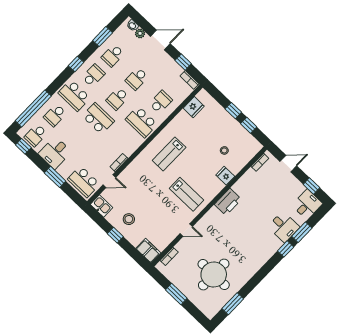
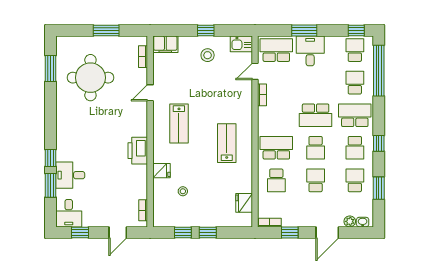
school desk: (117, 99) -> (316, 148), turned 180
desk: (55, 153) -> (310, 51), moved
lab bench: (187, 194) -> (179, 123), turned -90

